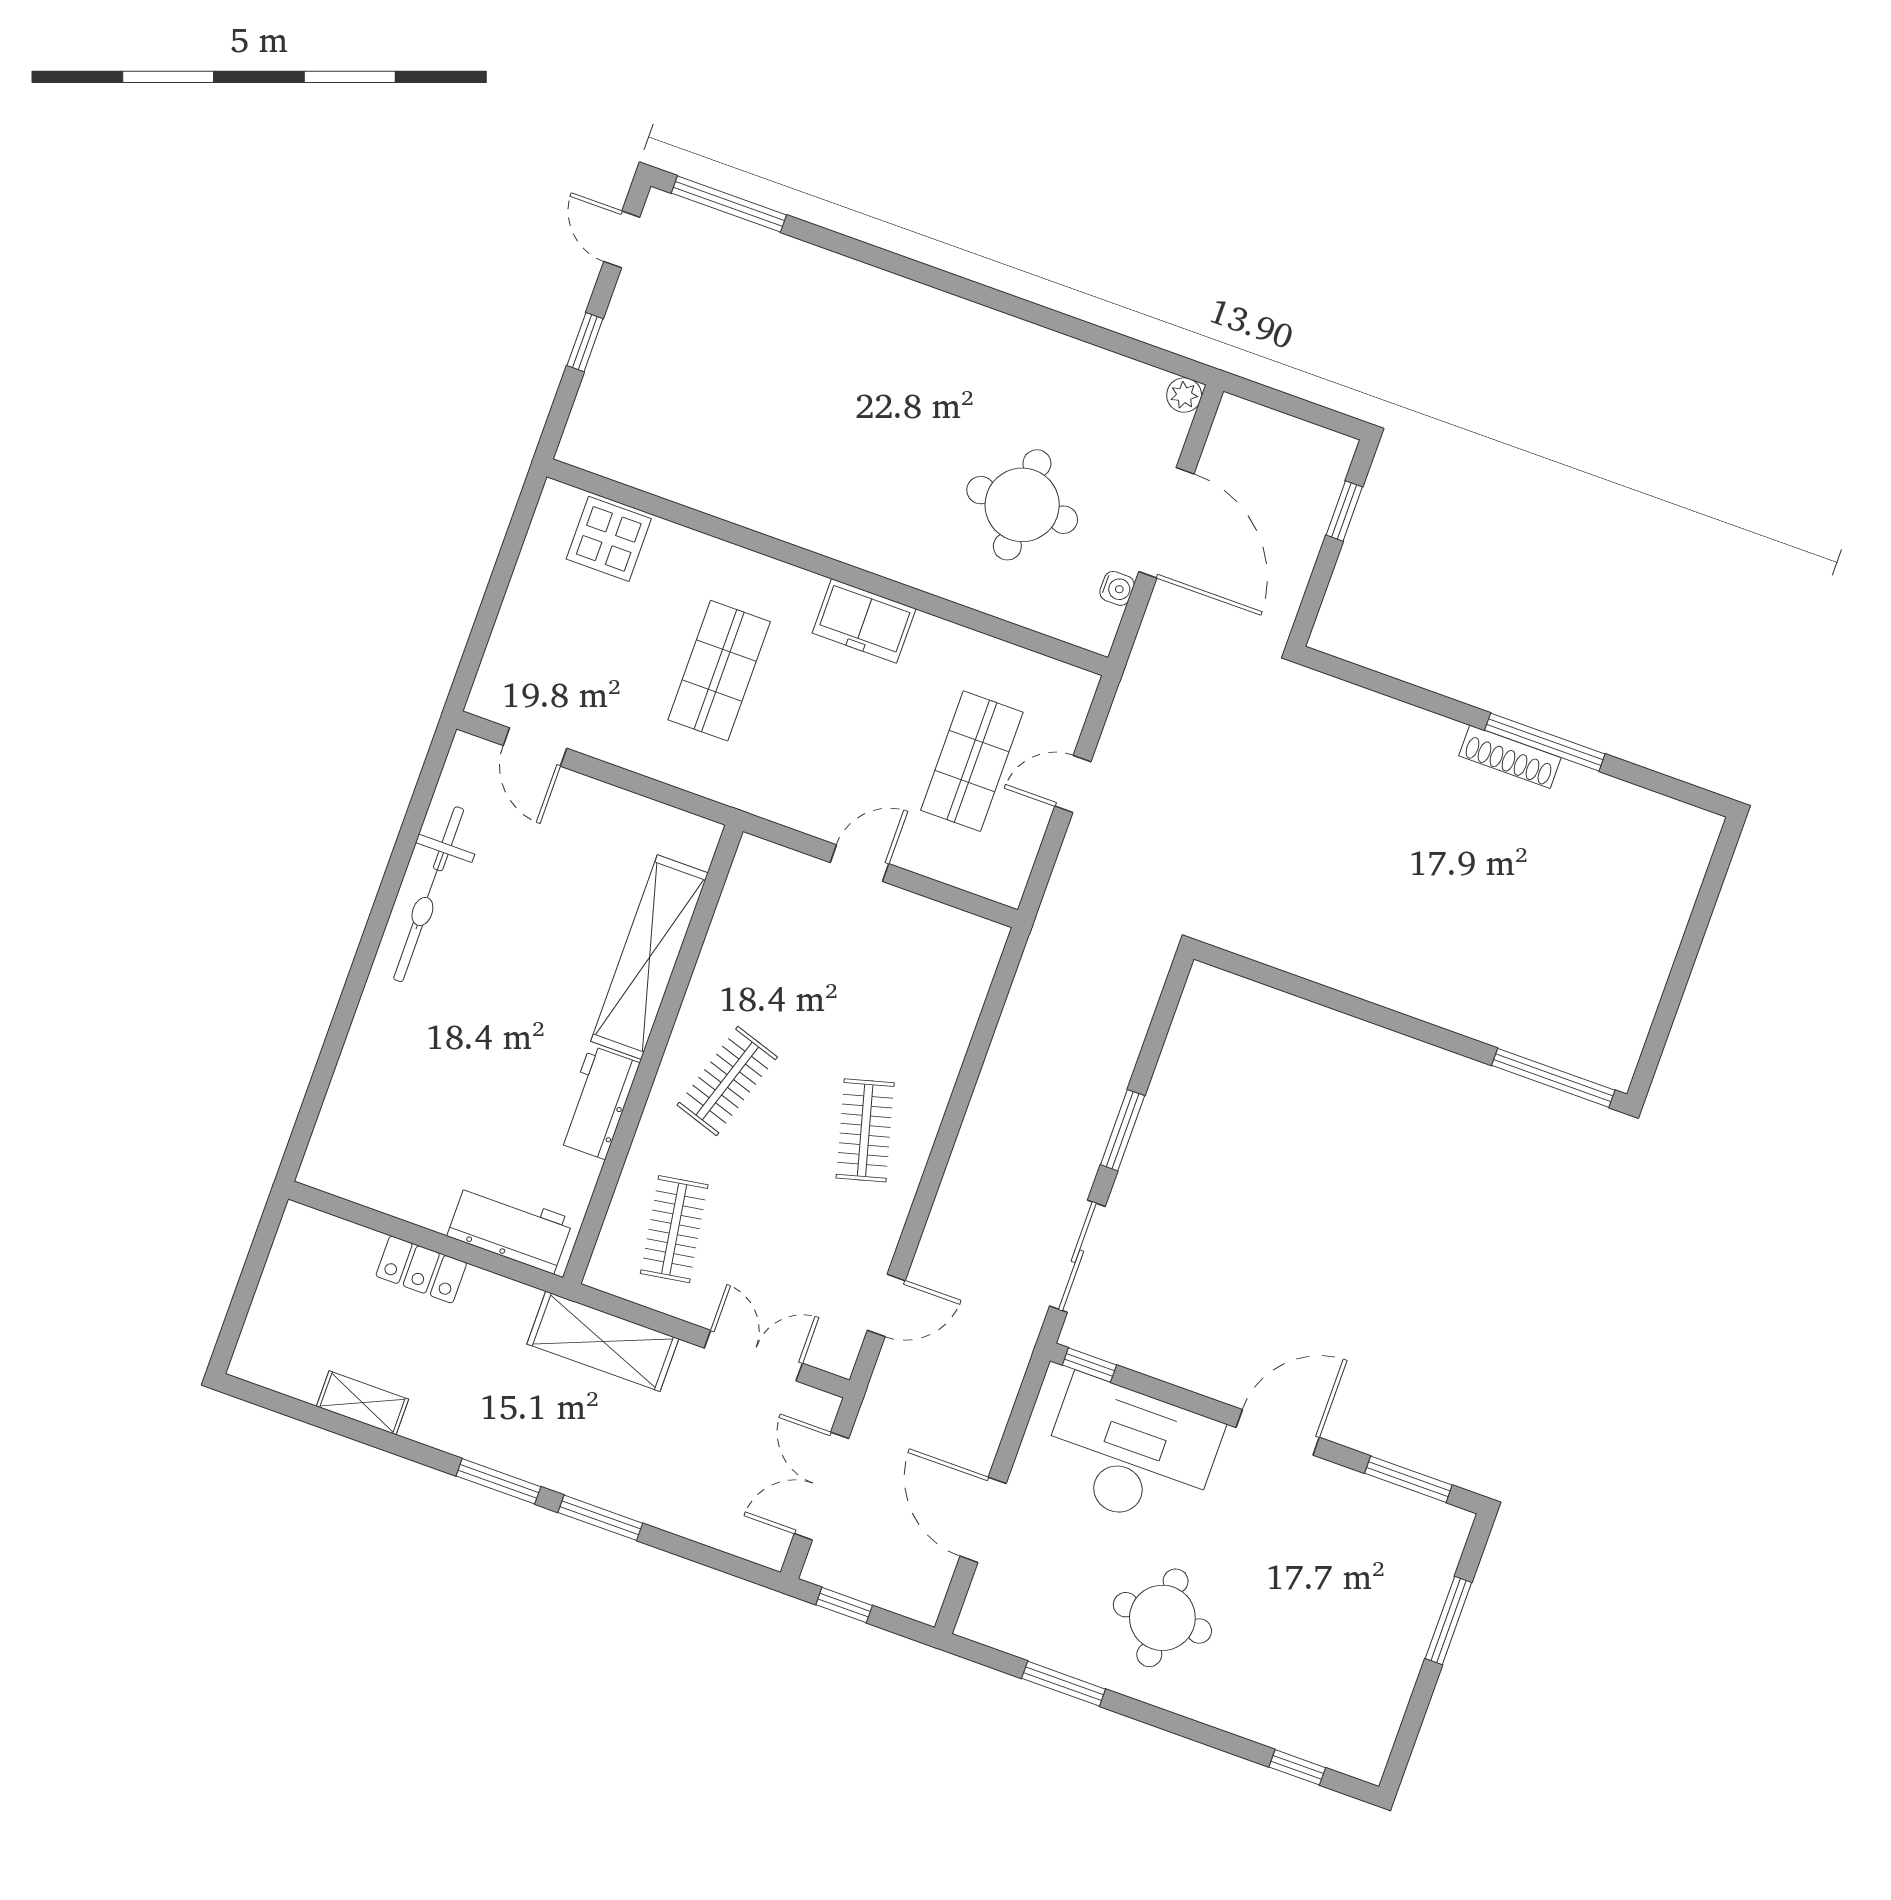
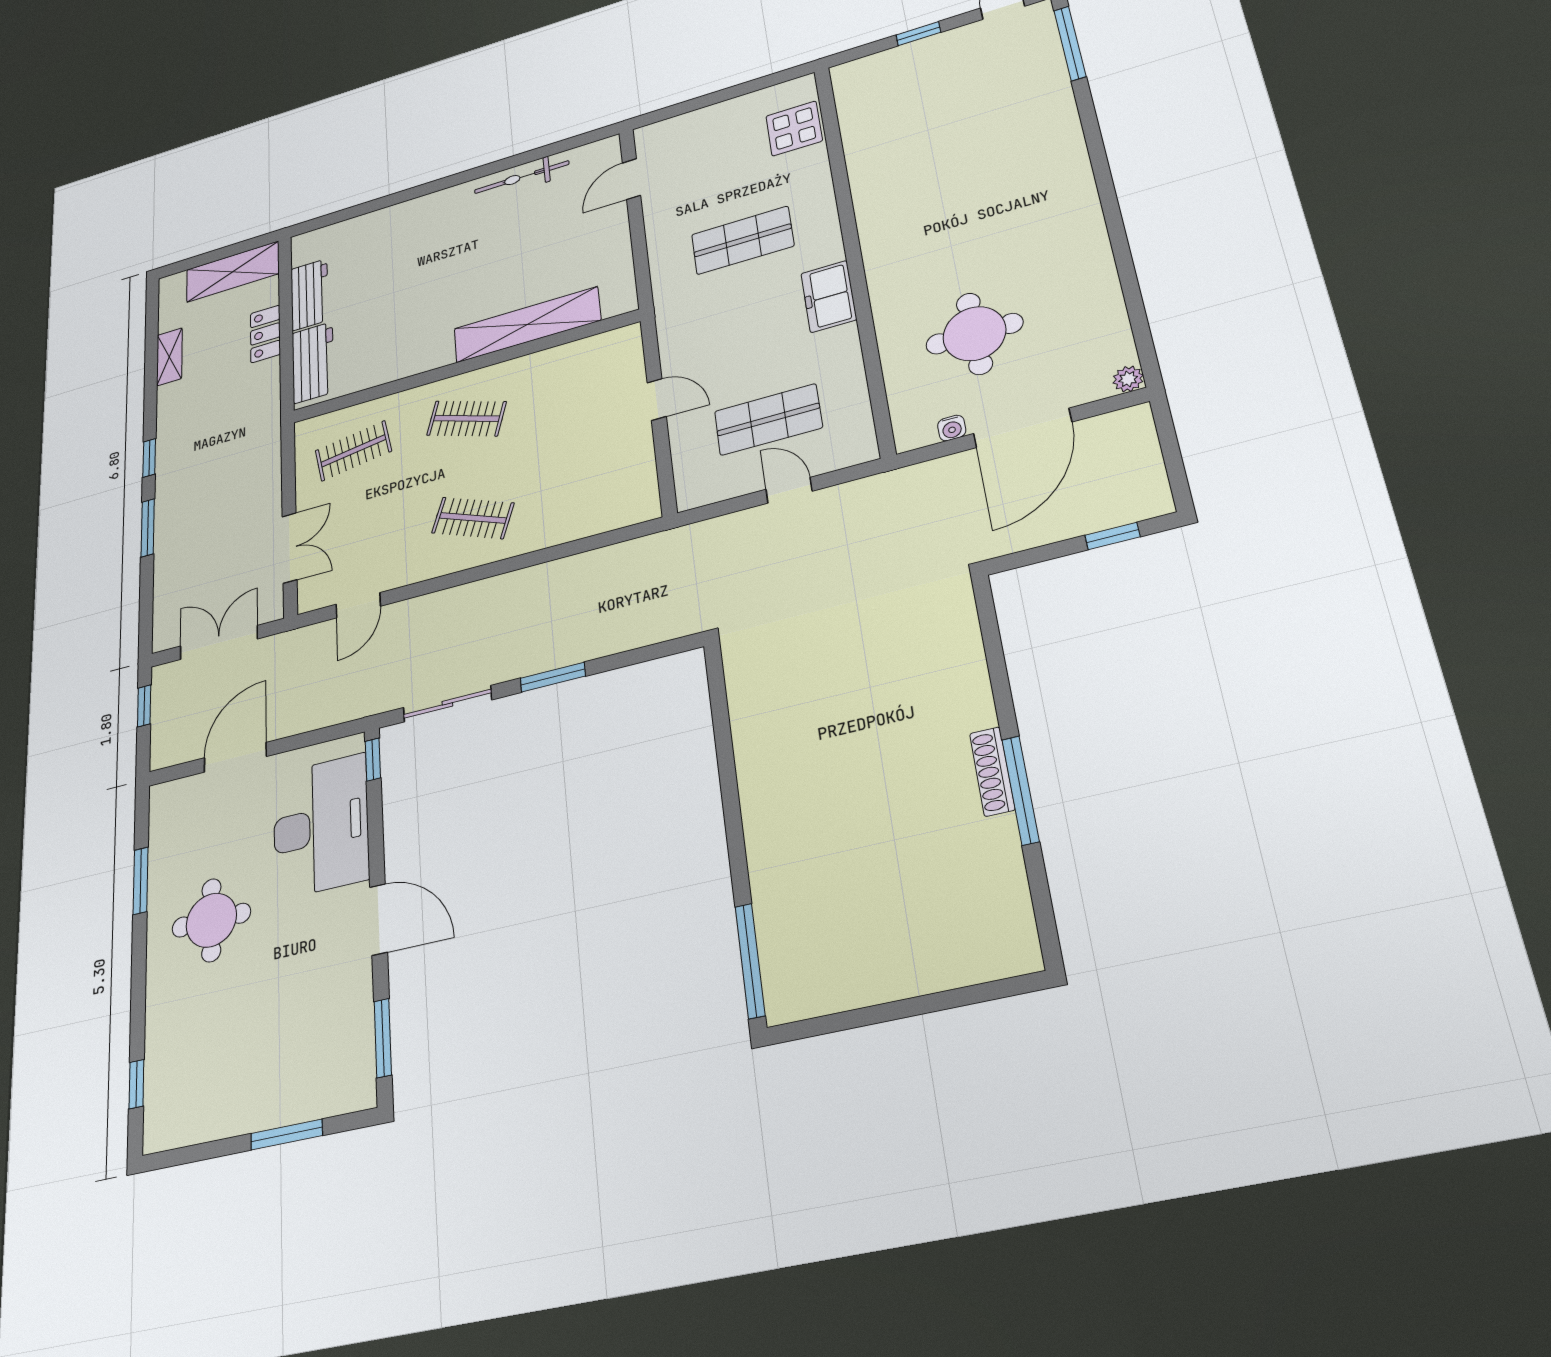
bicycle: (429, 894) -> (522, 177), width x0.73, depth x0.71
workbench: (598, 1103) -> (310, 295), moved, turned 90
clothes rail: (865, 1130) -> (473, 518), turned 36
door: (886, 1305) -> (358, 605), hinge flipped
shelving: (603, 1341) -> (233, 272), moved, turned 90
window: (498, 1481) -> (149, 458), width x0.67

